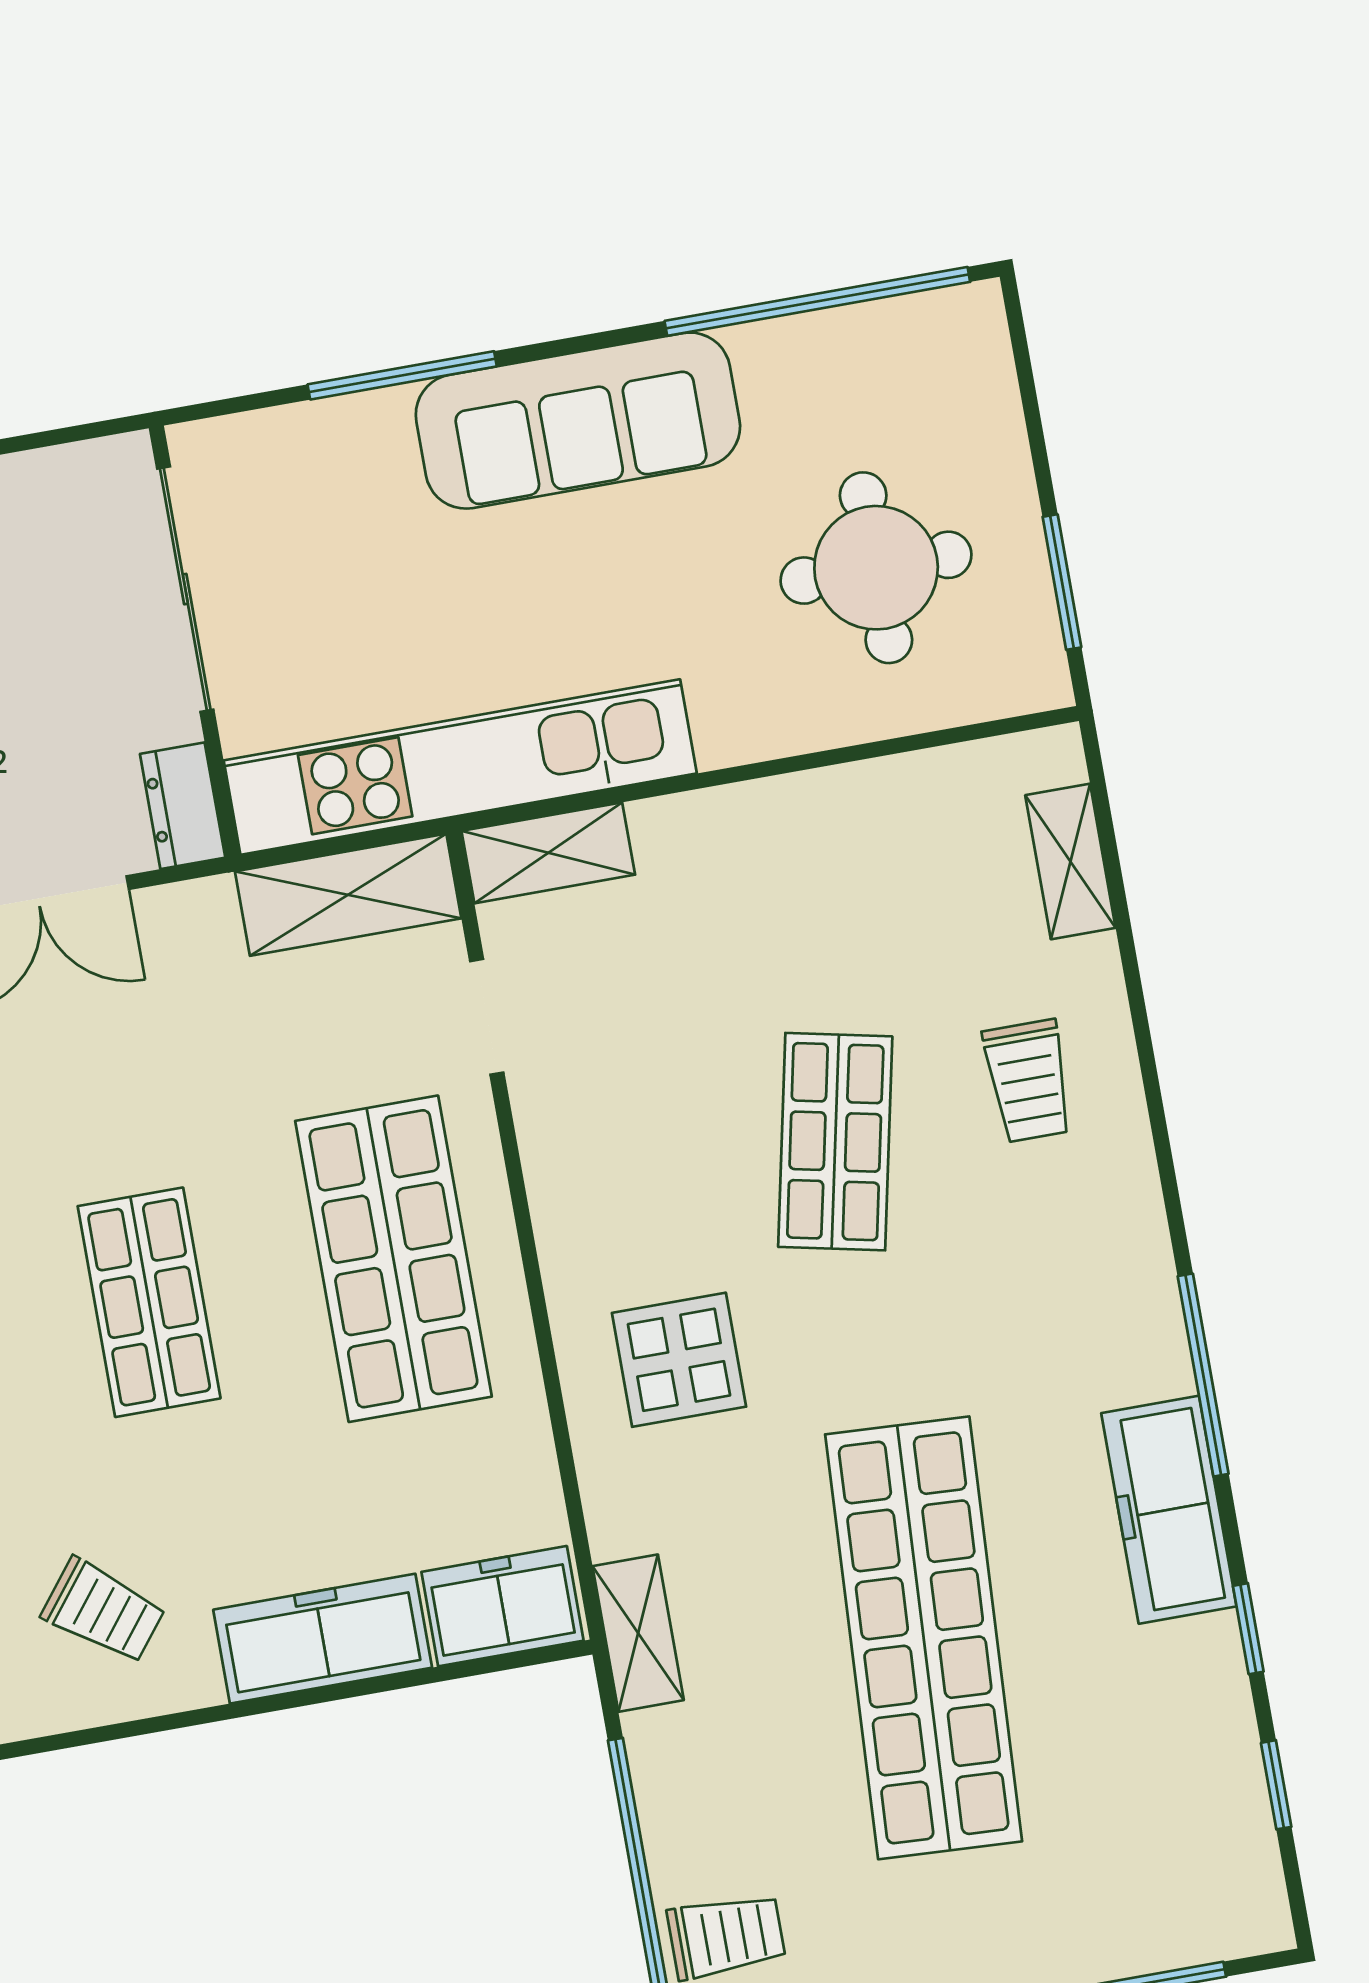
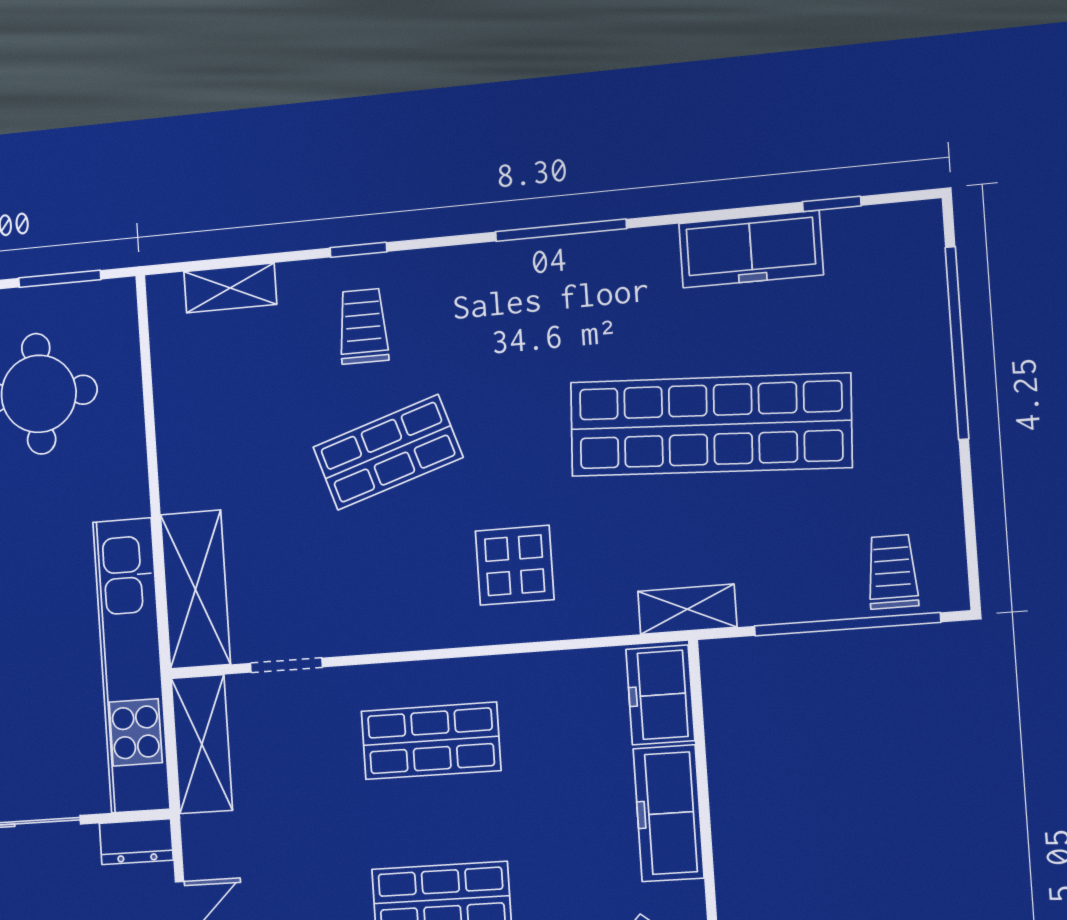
shelving: (548, 853) -> (196, 589), width x1.50, depth x1.33
trolley: (1028, 1081) -> (363, 326), turned -90
shop shelf: (835, 1142) -> (388, 452), turned -30
shop shelf: (393, 1259) -> (431, 741), width x0.70, depth x0.74
freezer: (1169, 1510) -> (751, 249), moved
window: (1248, 1629) -> (358, 250), moved

